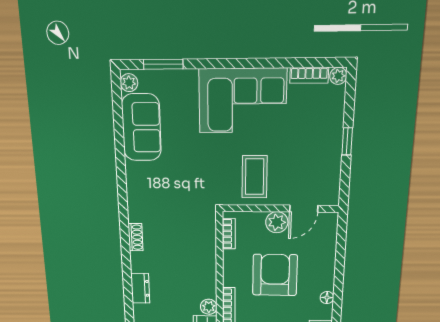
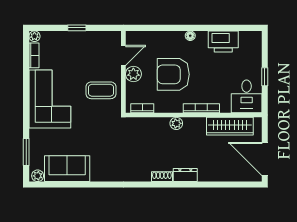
door: (304, 209) -> (123, 55), hinge flipped
shoe rack: (136, 237) -> (162, 177), moved
plant: (209, 307) -> (176, 123), moved

